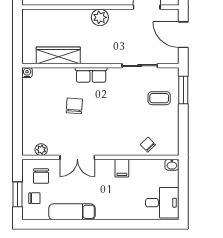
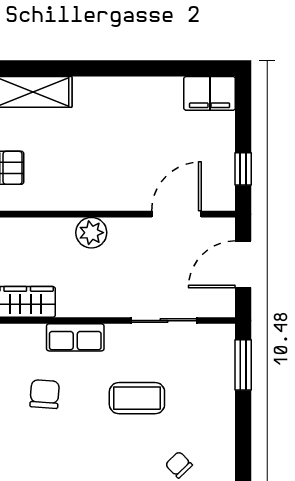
door: (183, 35) -> (243, 264), hinge flipped
coffee table: (159, 98) -> (137, 398), moved, width x1.36, depth x1.30

